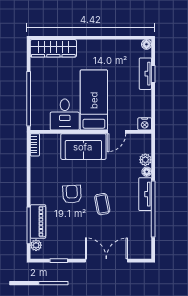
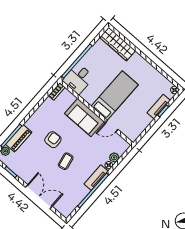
desk: (65, 114) -> (78, 79), moved
nightstand: (145, 124) -> (132, 136), removed

